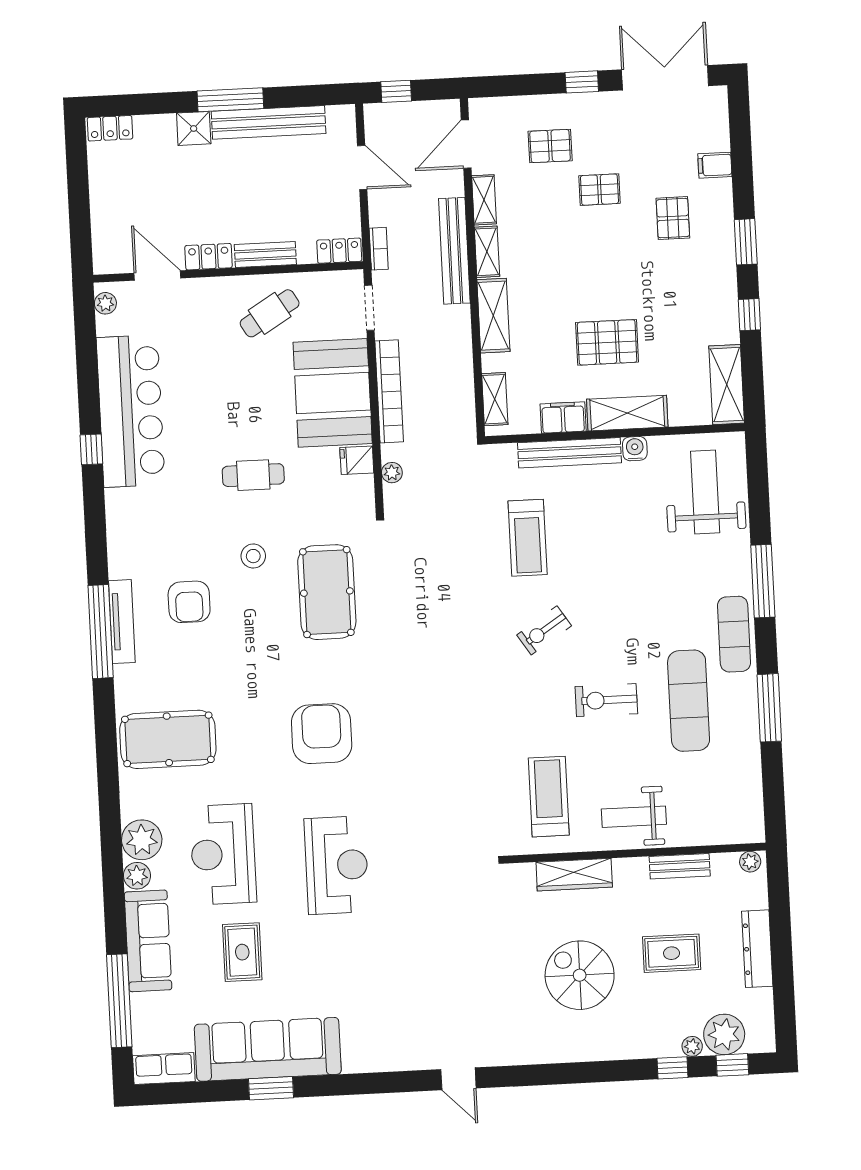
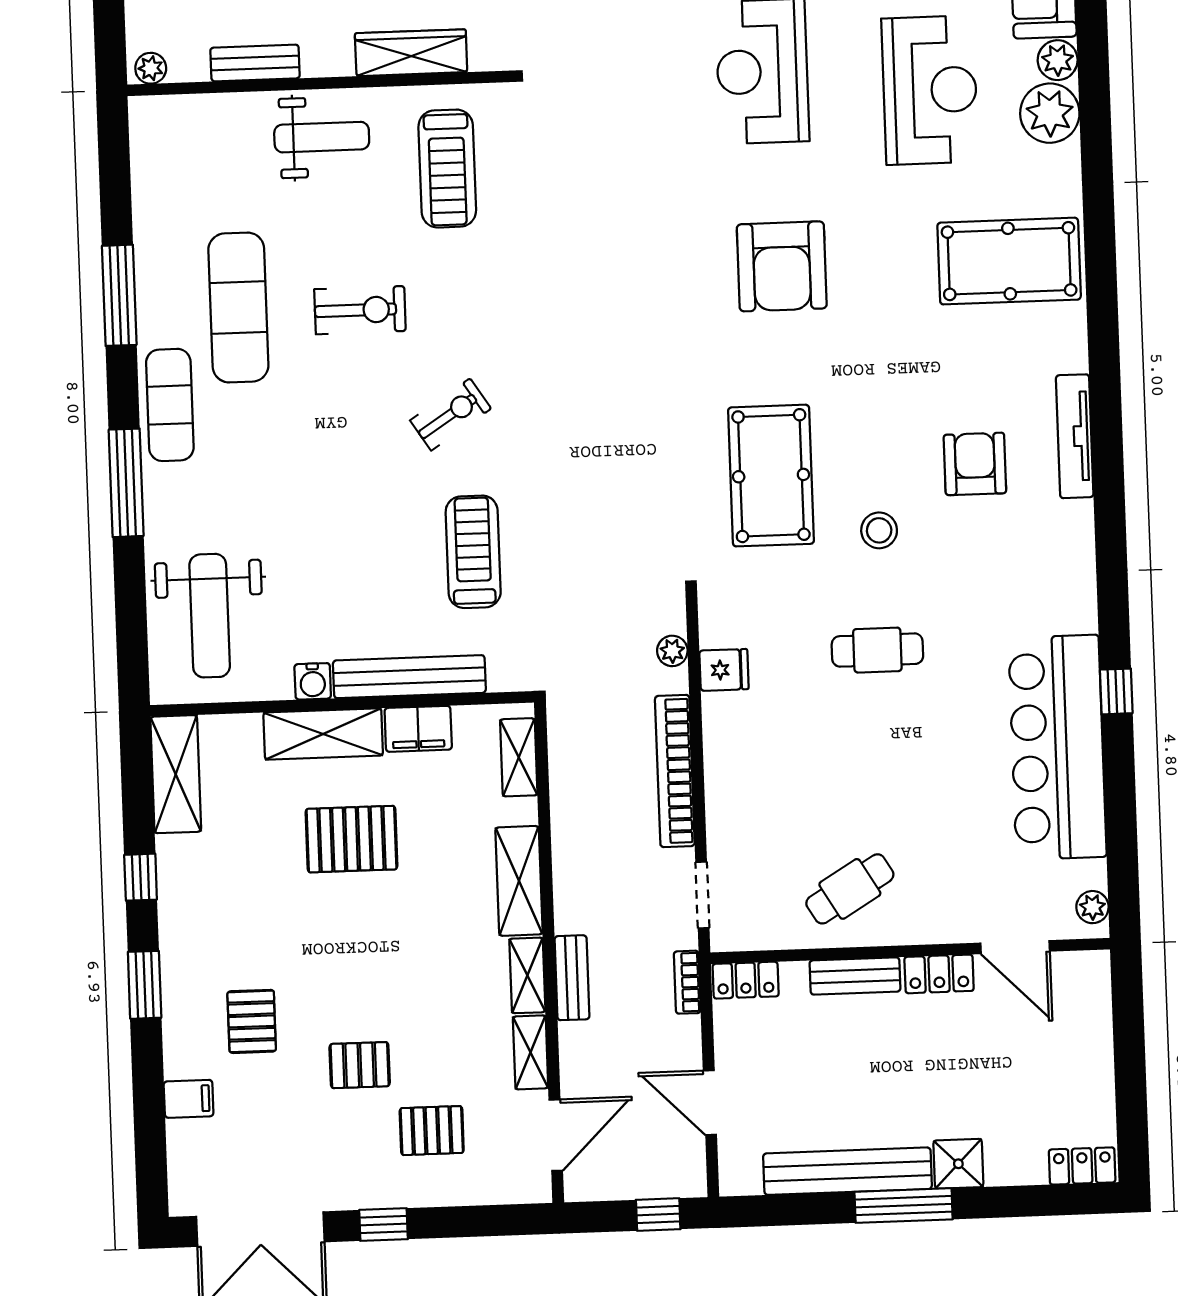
bench: (454, 251) -> (572, 978), width x0.54, depth x0.82
booth: (333, 393) -> (758, 770), removed
window: (101, 632) -> (1106, 422), removed

